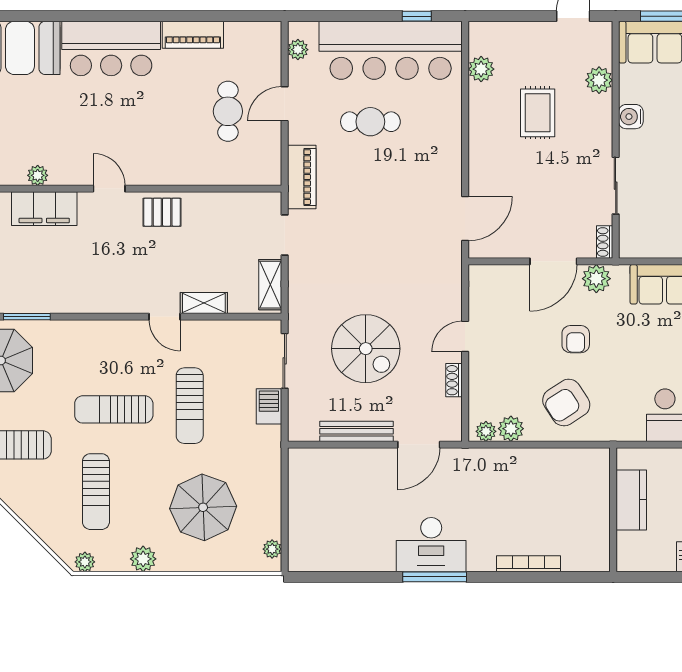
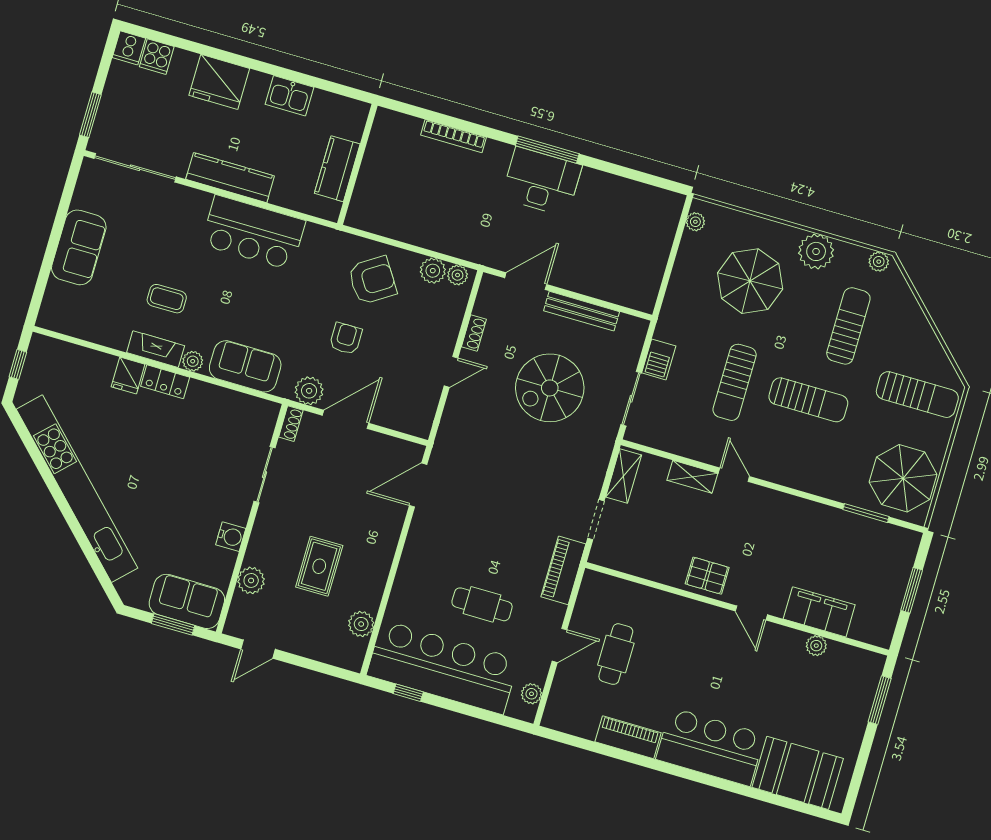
spiral stairs: (366, 349) -> (550, 388), turned -90
sun lounger: (190, 406) -> (735, 382), turned 180
plant: (143, 559) -> (816, 251), width x1.36, depth x1.36

